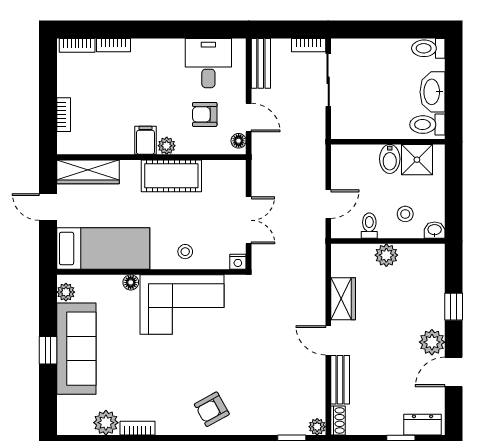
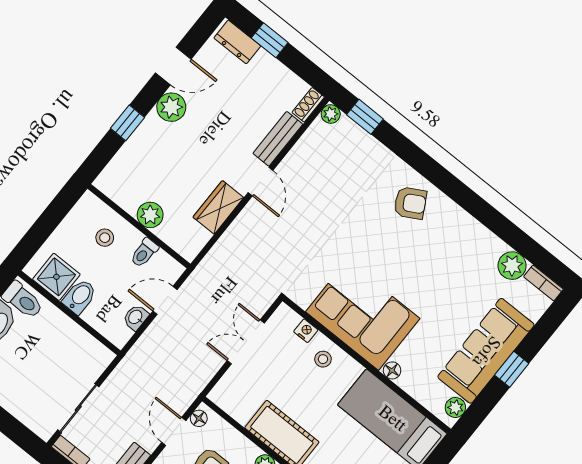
washbasin: (435, 230) -> (136, 317), moved, turned 90
nightstand: (238, 262) -> (306, 331), moved
bookcase: (137, 428) -> (543, 283), moved

